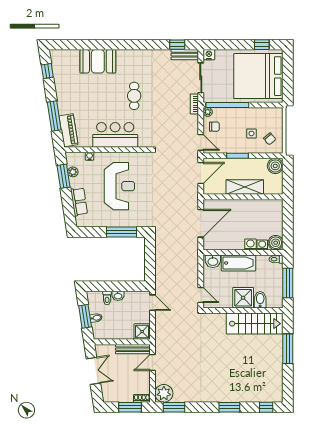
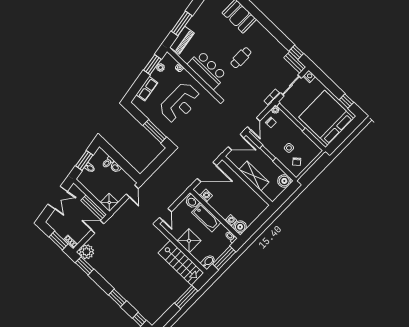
washing machine: (250, 244) -> (206, 196), moved
bidet: (260, 300) -> (208, 262), moved

